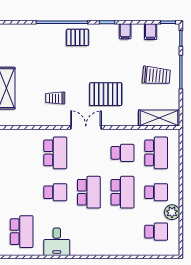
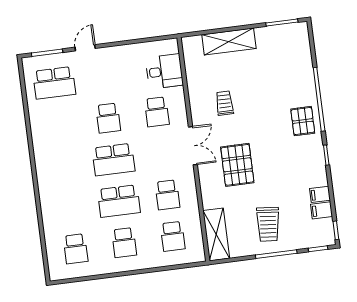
filing cabinet: (125, 31) -> (320, 194), moved
school desk: (55, 153) -> (157, 112), width x0.54
school desk: (156, 153) -> (173, 236), width x0.54
plant: (172, 212) -> (102, 265), removed
desk: (57, 242) -> (164, 71), moved, turned 180

